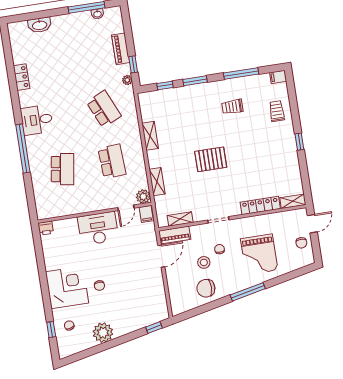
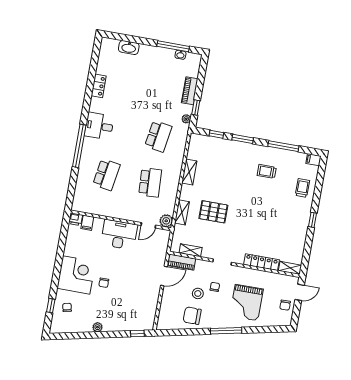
school desk: (104, 109) -> (158, 136), turned 33
pallet: (211, 159) -> (213, 212), moved
filing cabinet: (146, 214) -> (87, 223), moved
plant: (103, 333) -> (97, 327), width x0.53, depth x0.53

